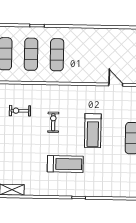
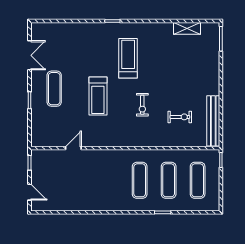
door: (116, 85) -> (73, 148), swing flipped
treadmill: (93, 131) -> (98, 96), turned 180
treadmill: (65, 164) -> (128, 58), turned 90

